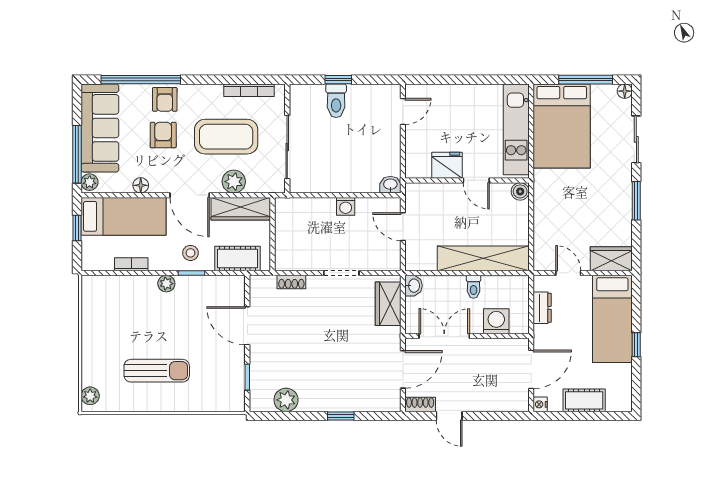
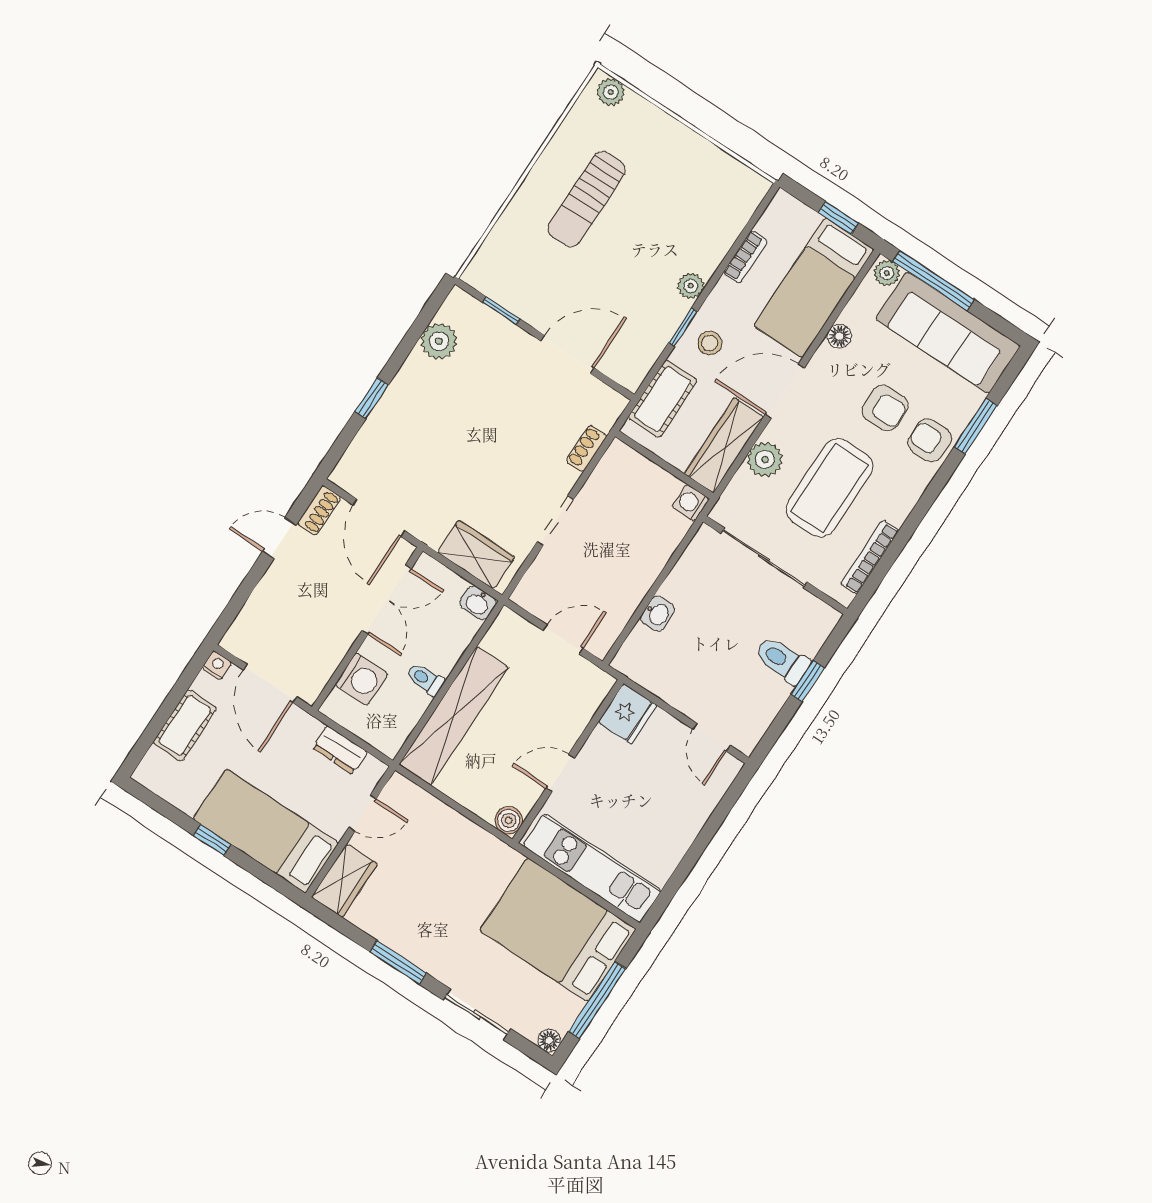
window: (141, 80) -> (976, 426), width x0.47
fridge: (447, 165) -> (627, 714), moved
washbasin: (390, 185) -> (658, 614), moved
washing machine: (346, 206) -> (691, 503), moved

